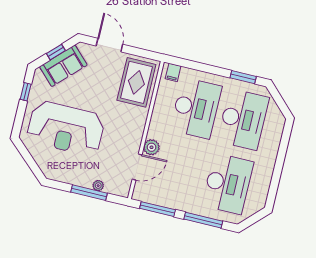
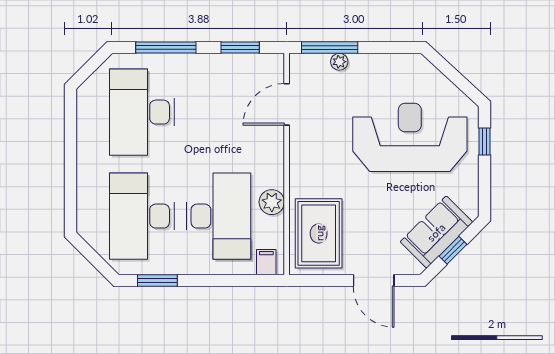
window: (26, 92) -> (485, 142), moved
desk: (196, 108) -> (218, 216), turned 180
plant: (152, 147) -> (272, 202), moved
window: (89, 193) -> (330, 48), moved
window: (157, 209) -> (240, 48), width x0.69

